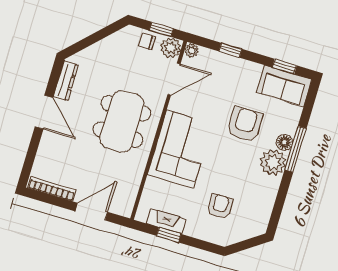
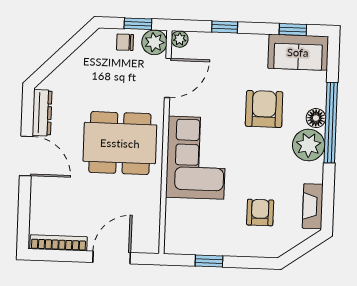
dining table: (122, 121) -> (120, 143), turned 90
window: (295, 149) -> (331, 123), width x1.46
fireplace: (166, 221) -> (313, 206), moved, turned -90

